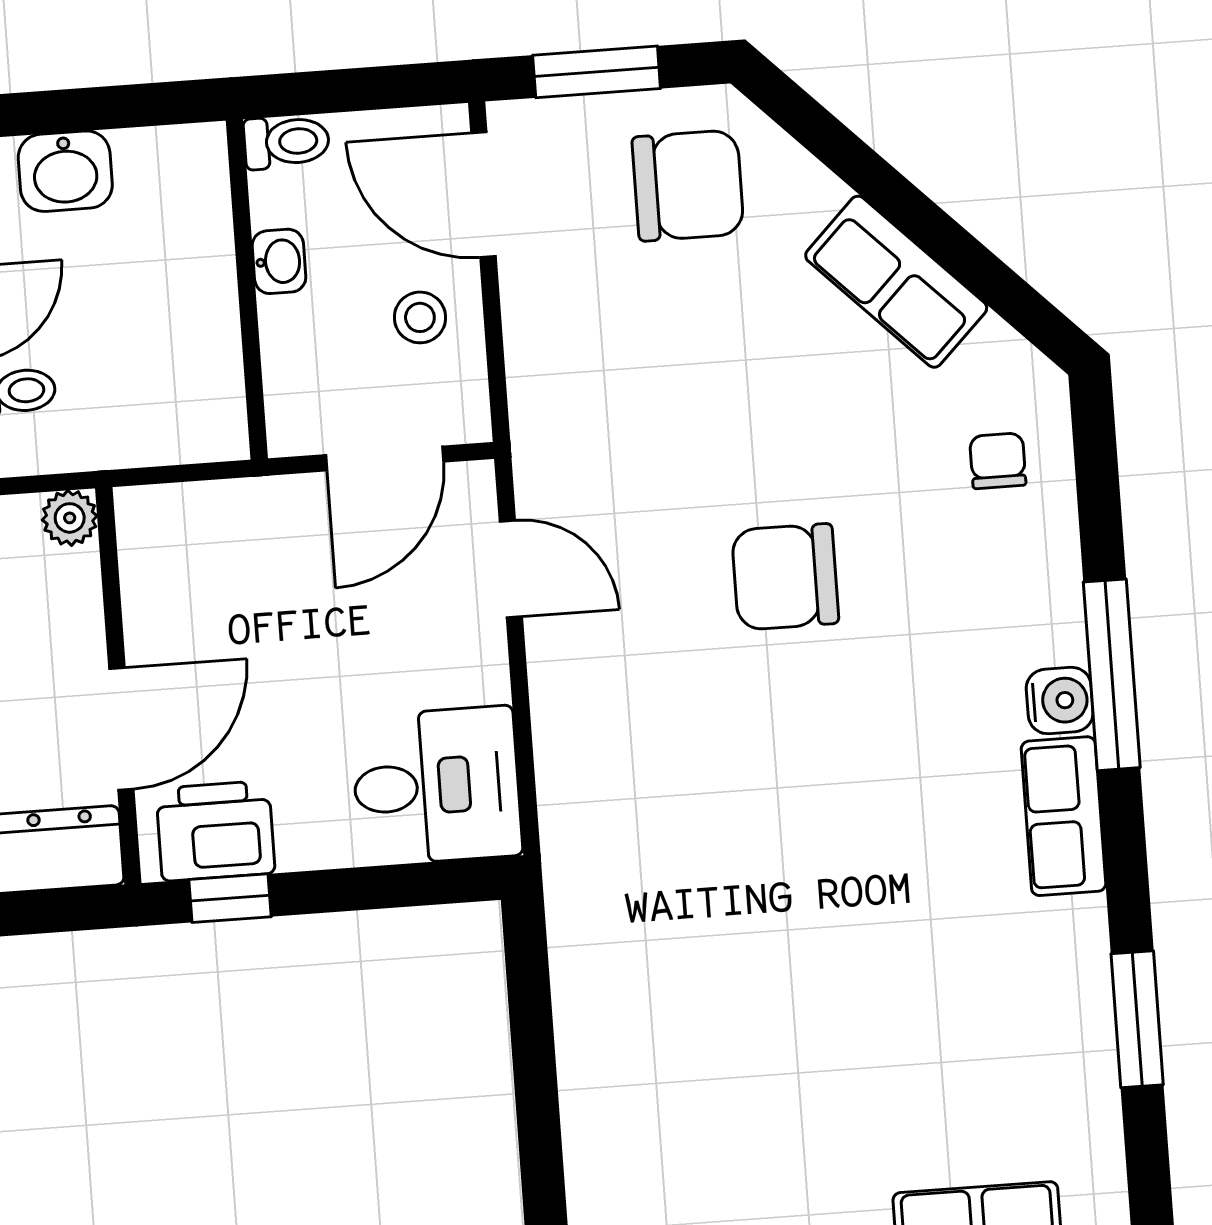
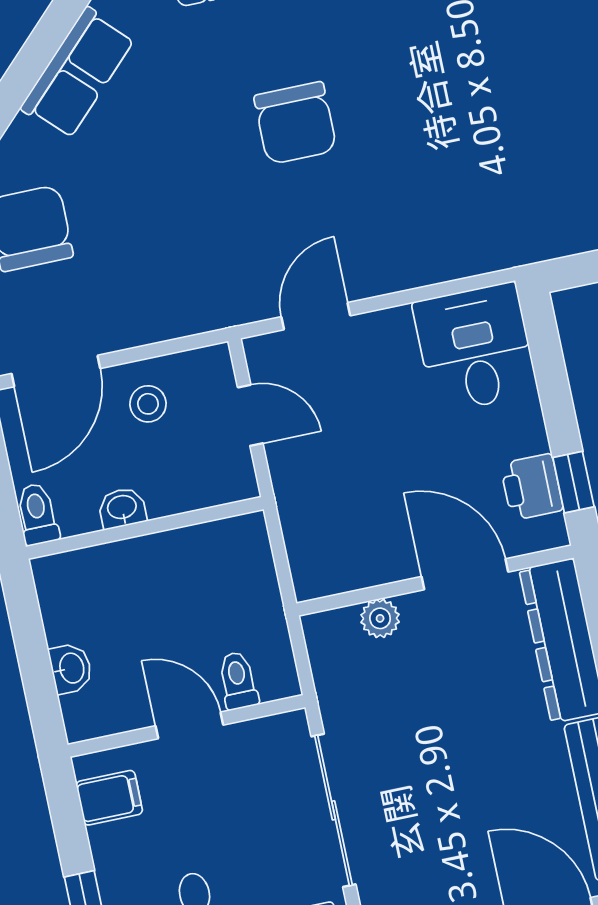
washbasin: (65, 171) -> (71, 668), width x0.72, depth x0.69
door: (385, 458) -> (250, 415), width x0.73
plant: (70, 518) -> (380, 618), moved
printer: (215, 831) -> (532, 487), width x0.73, depth x0.81

